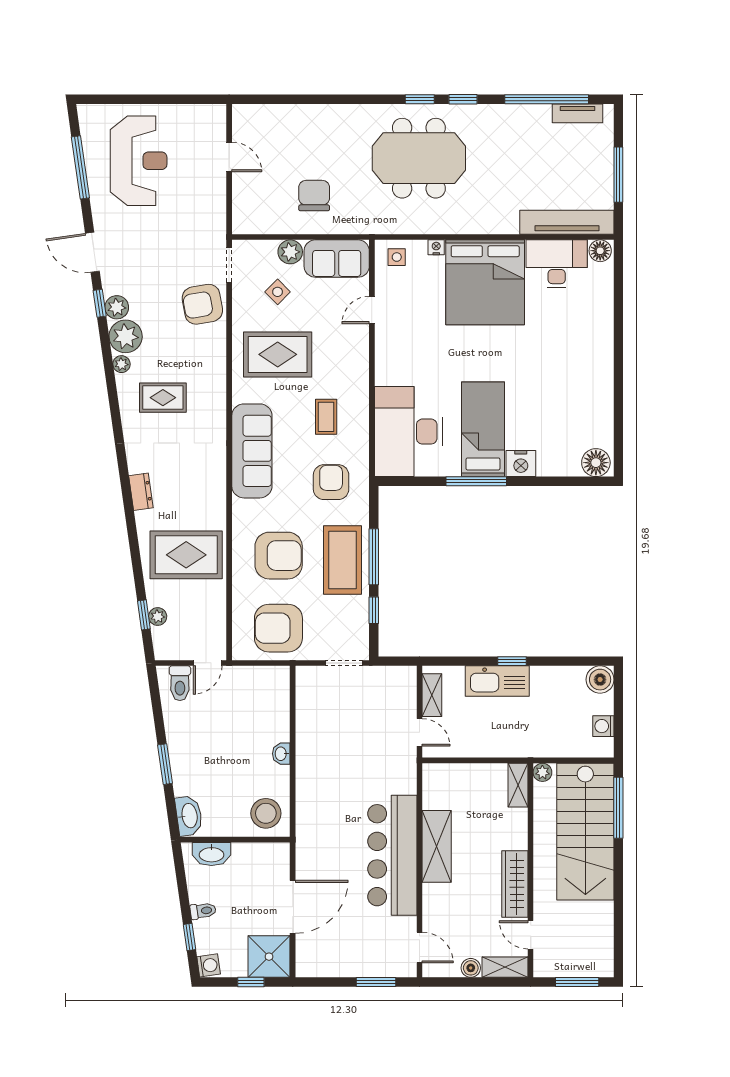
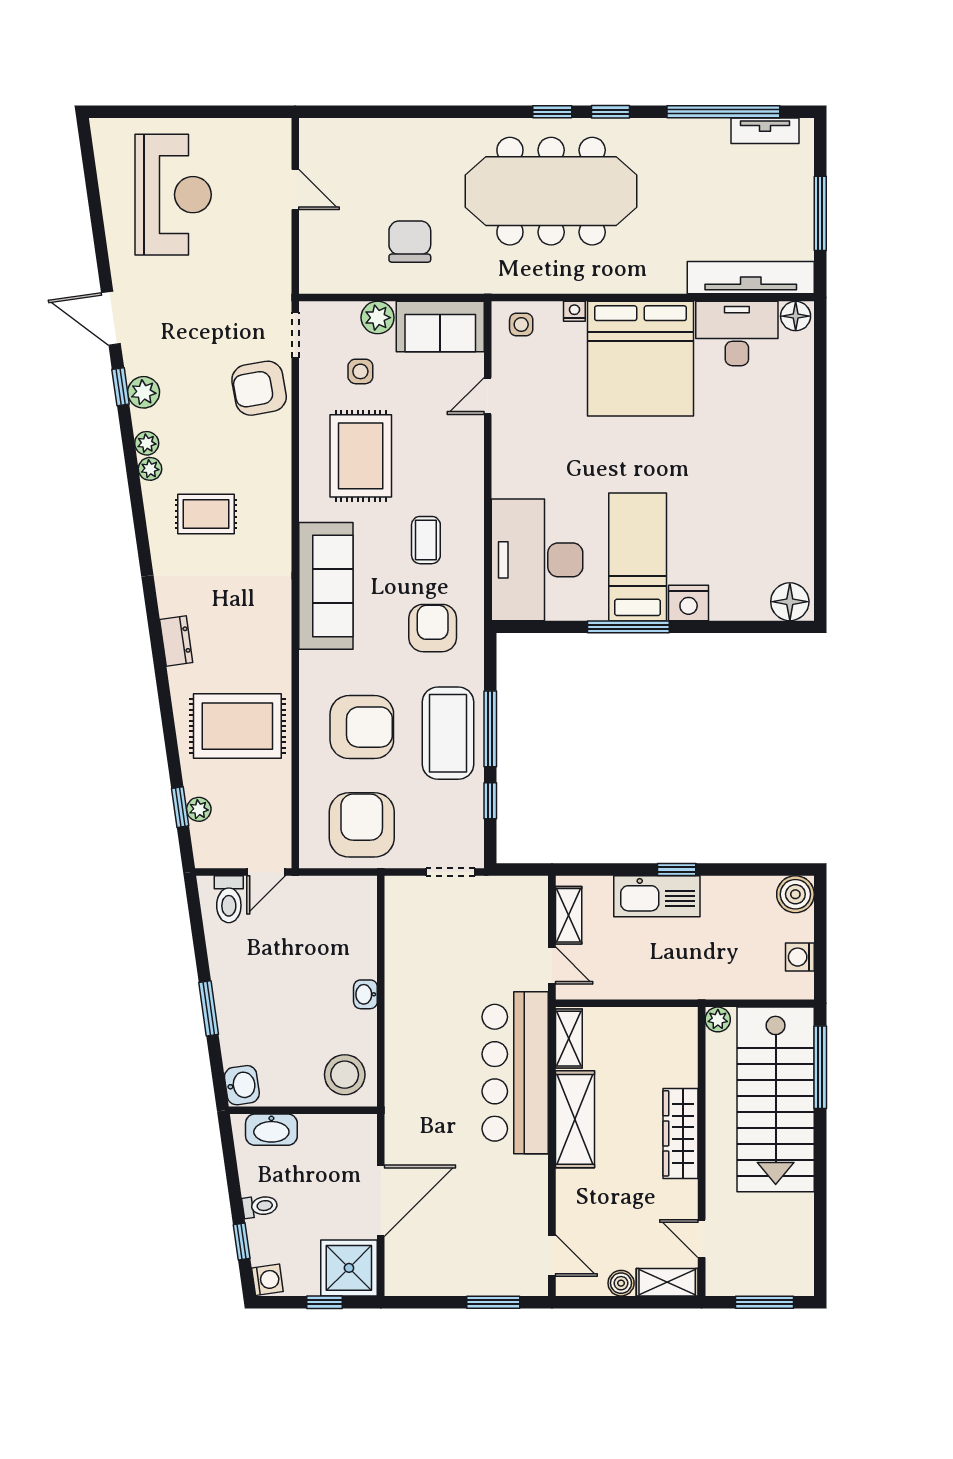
meeting table: (419, 158) -> (551, 191), width x1.36
window: (80, 167) -> (95, 204), removed
side table: (278, 292) -> (360, 371), turned 45
plant: (126, 336) -> (147, 443), width x0.53, depth x0.53
rug: (278, 354) -> (361, 456), turned 90
armchair: (278, 628) -> (362, 825), turned 90
shelving: (518, 785) -> (569, 1039), moved
washbasin: (189, 816) -> (242, 1085), width x0.72
bar counter: (392, 855) -> (515, 1073), moved
wardrobe: (515, 884) -> (681, 1133), moved

